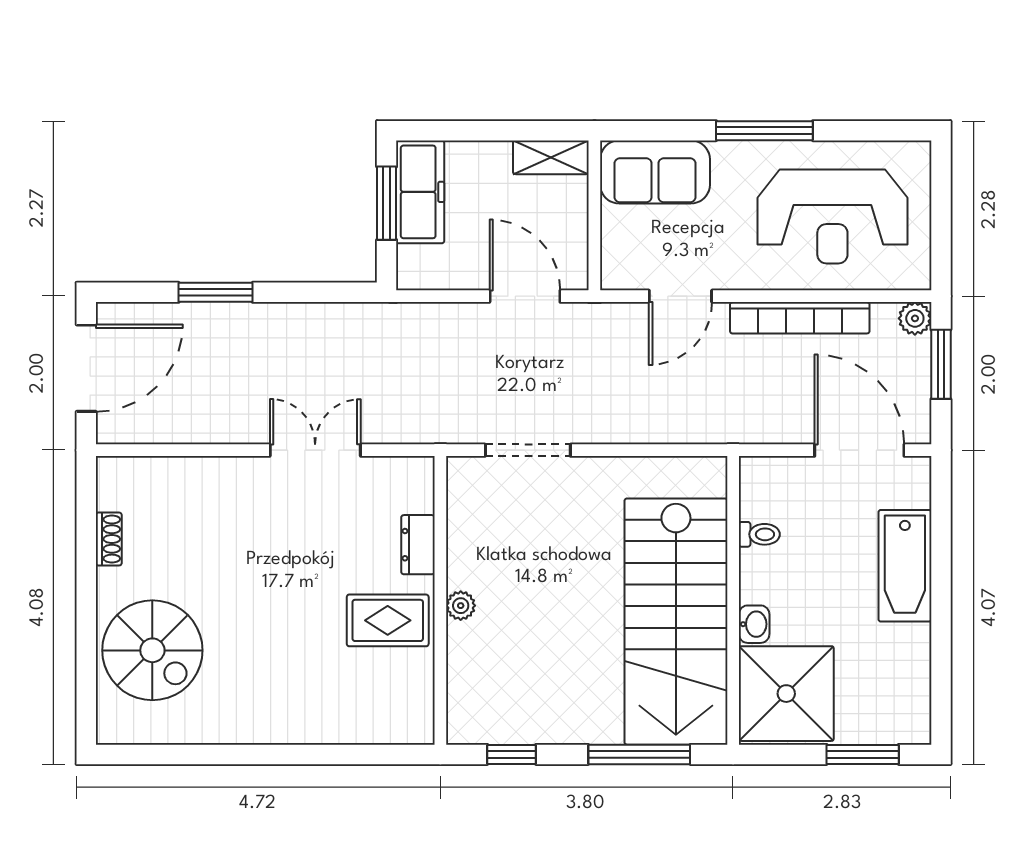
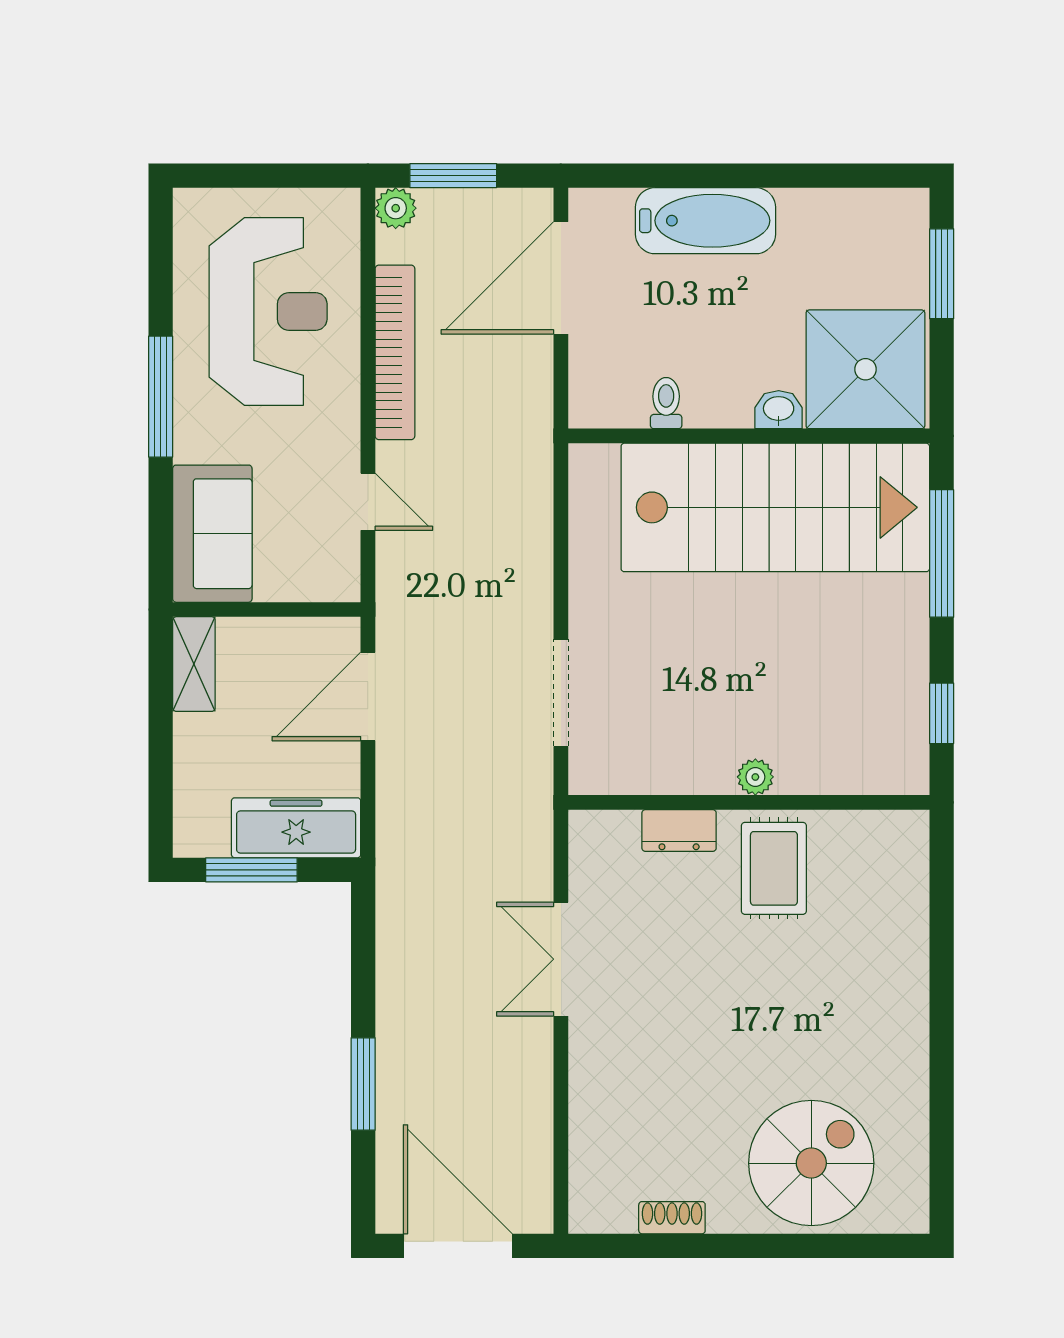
freezer: (420, 192) -> (296, 828), moved
door: (680, 296) -> (368, 502), width x0.73

